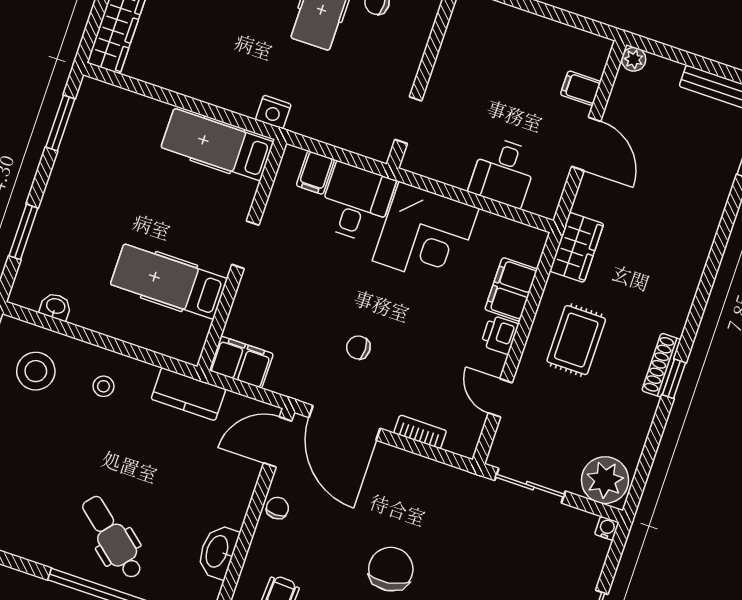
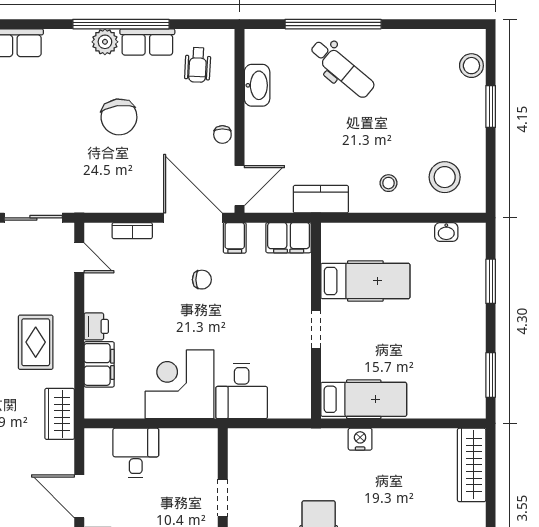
nightstand: (273, 112) -> (360, 439), moved
doorway: (408, 120) -> (223, 498), moved
filing cabinet: (315, 173) -> (235, 238), moved, turned 180
door: (500, 398) -> (79, 258), moved

